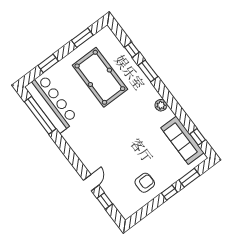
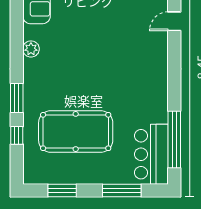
window: (48, 63) -> (122, 190), width x1.44
pool table: (100, 77) -> (76, 132), turned 90
bar counter: (52, 103) -> (151, 154), width x0.73

